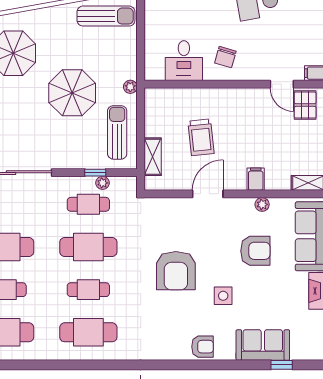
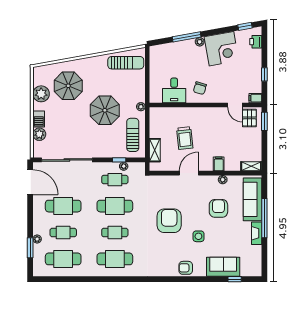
armchair: (255, 251) -> (218, 208), turned -90
armchair: (176, 271) -> (169, 221), turned 180
armchair: (203, 347) -> (186, 268), turned 180

